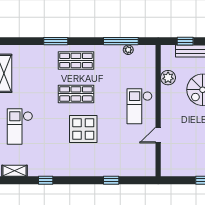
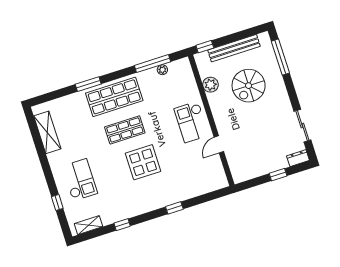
window: (185, 41) -> (205, 47), moved
shop shelf: (76, 60) -> (114, 97), width x1.43, depth x1.36
checkout: (20, 126) -> (80, 180), turned 180
window: (111, 180) -> (174, 208), moved

